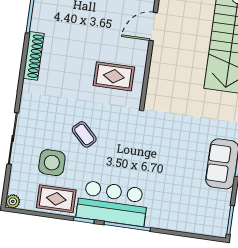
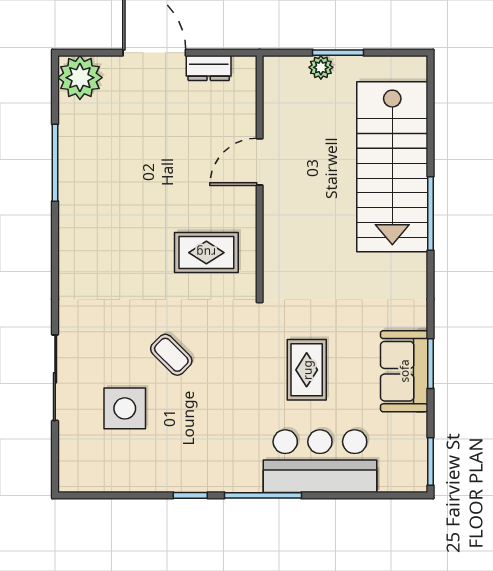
shoe rack: (34, 56) -> (70, 238), removed
rug: (56, 199) -> (307, 370), moved, turned 90
plant: (13, 201) -> (69, 481), removed
bar counter: (112, 203) -> (320, 461), moved

